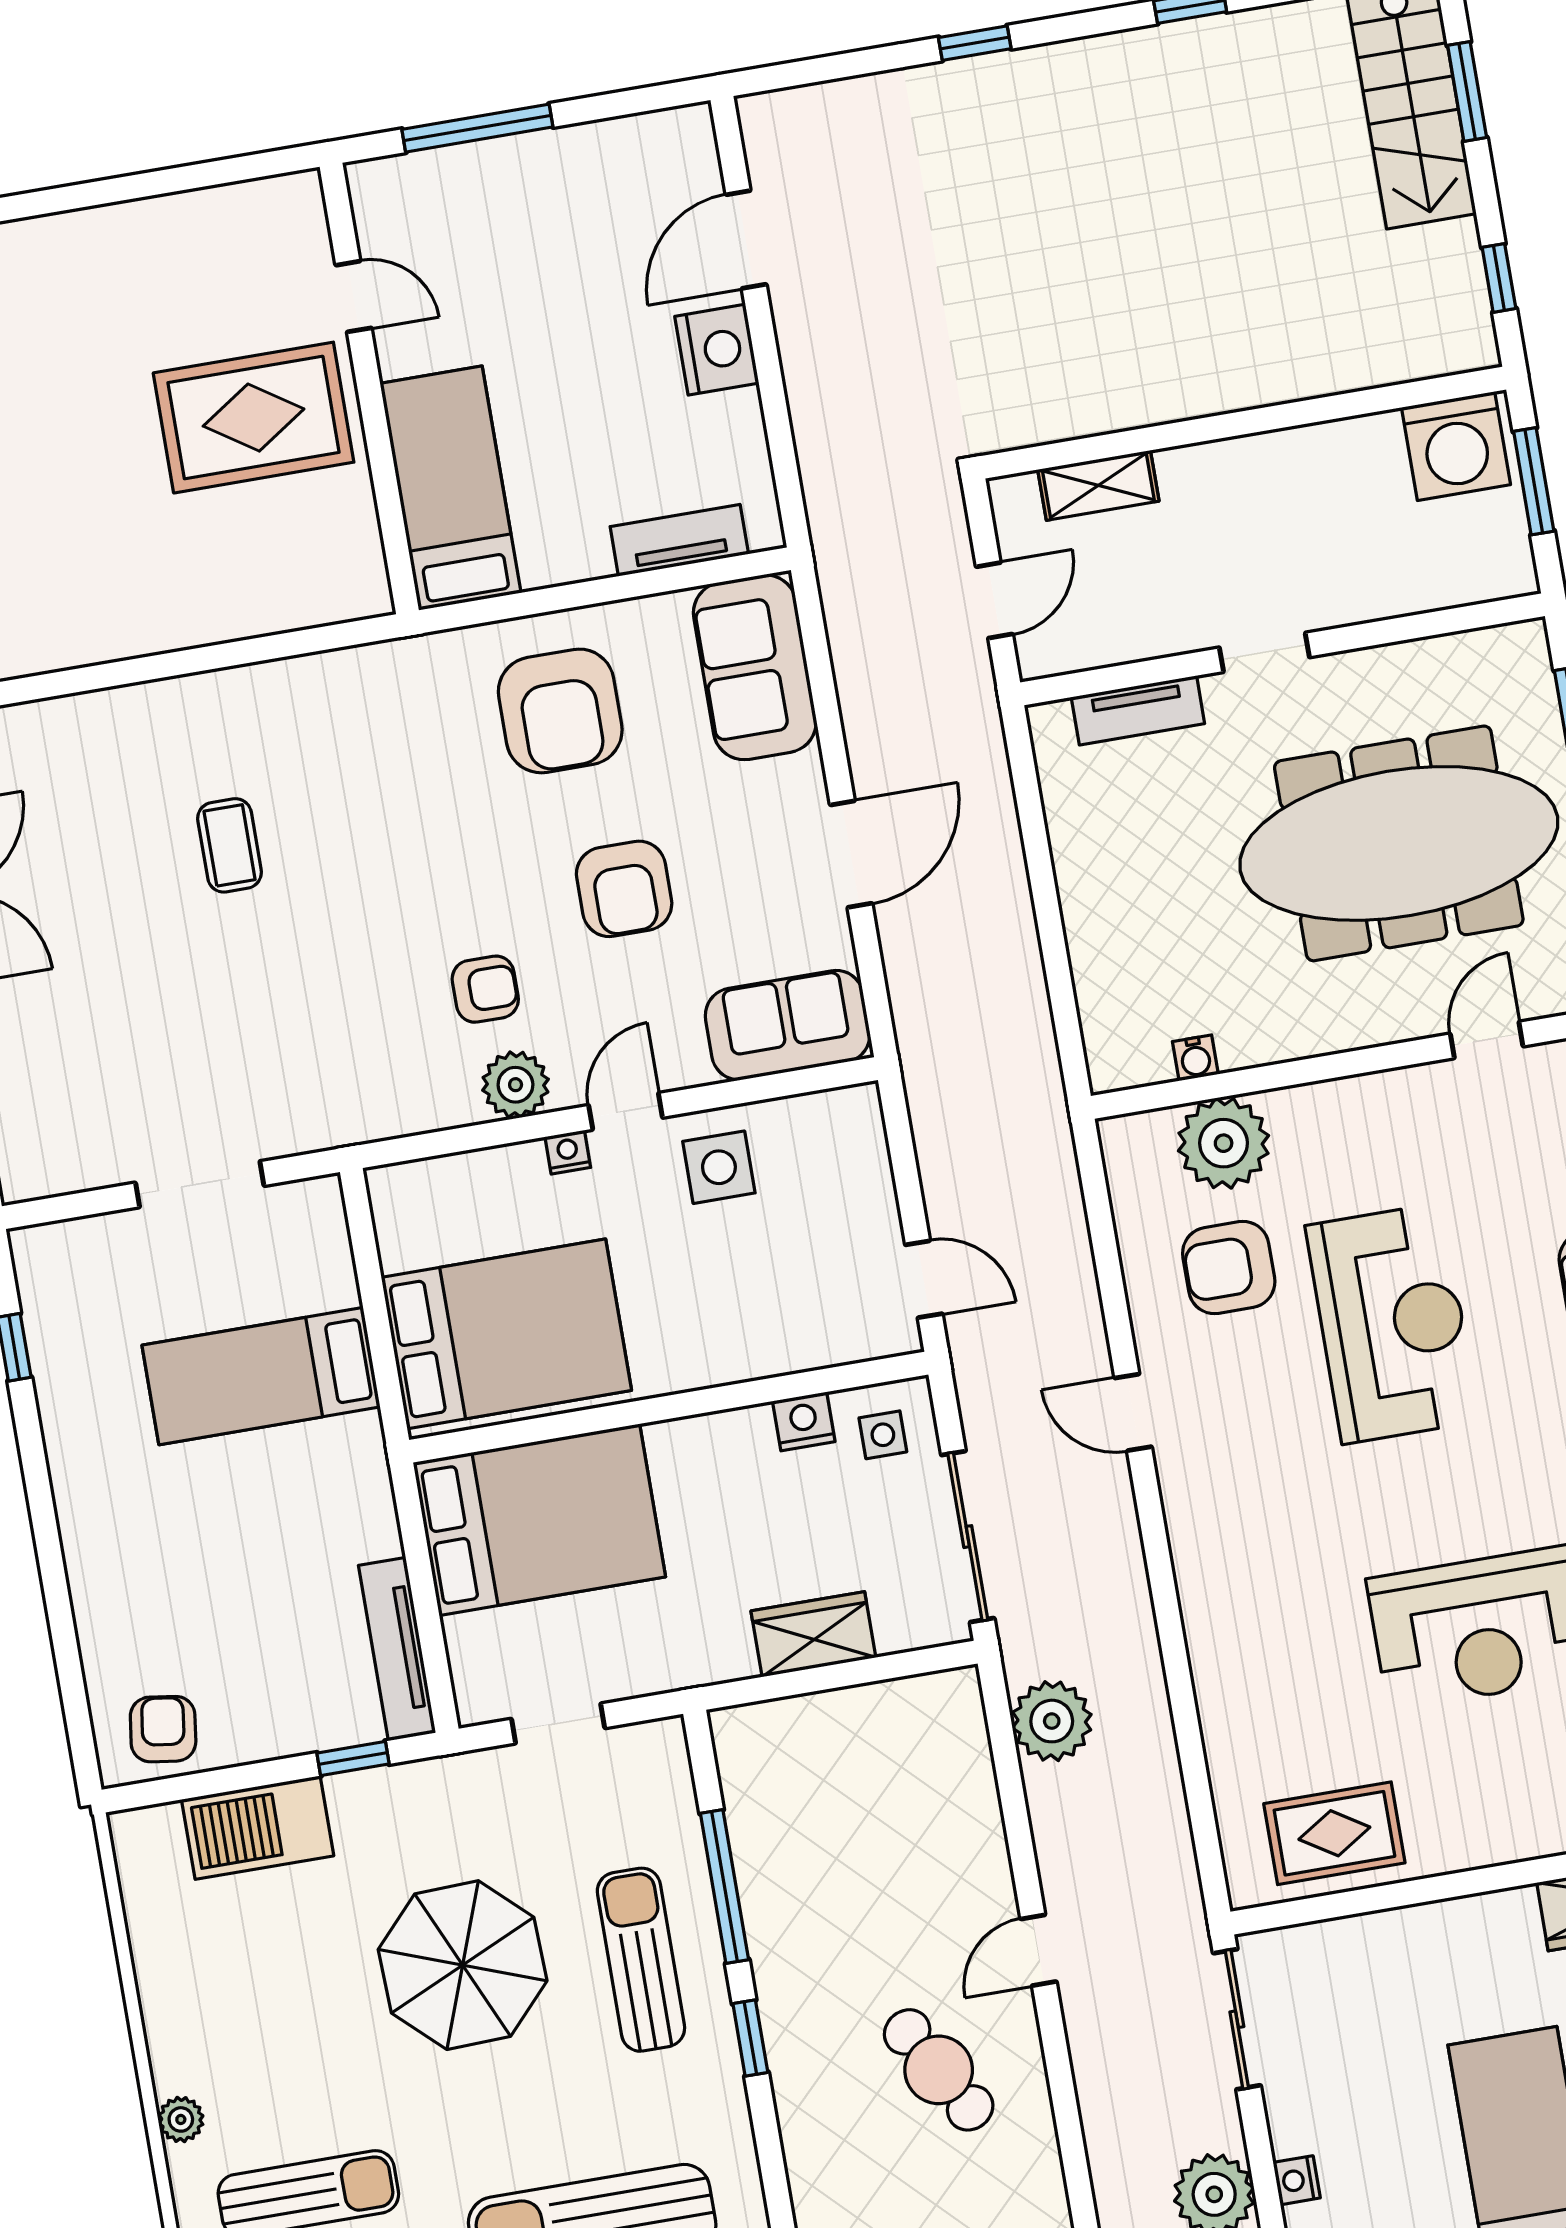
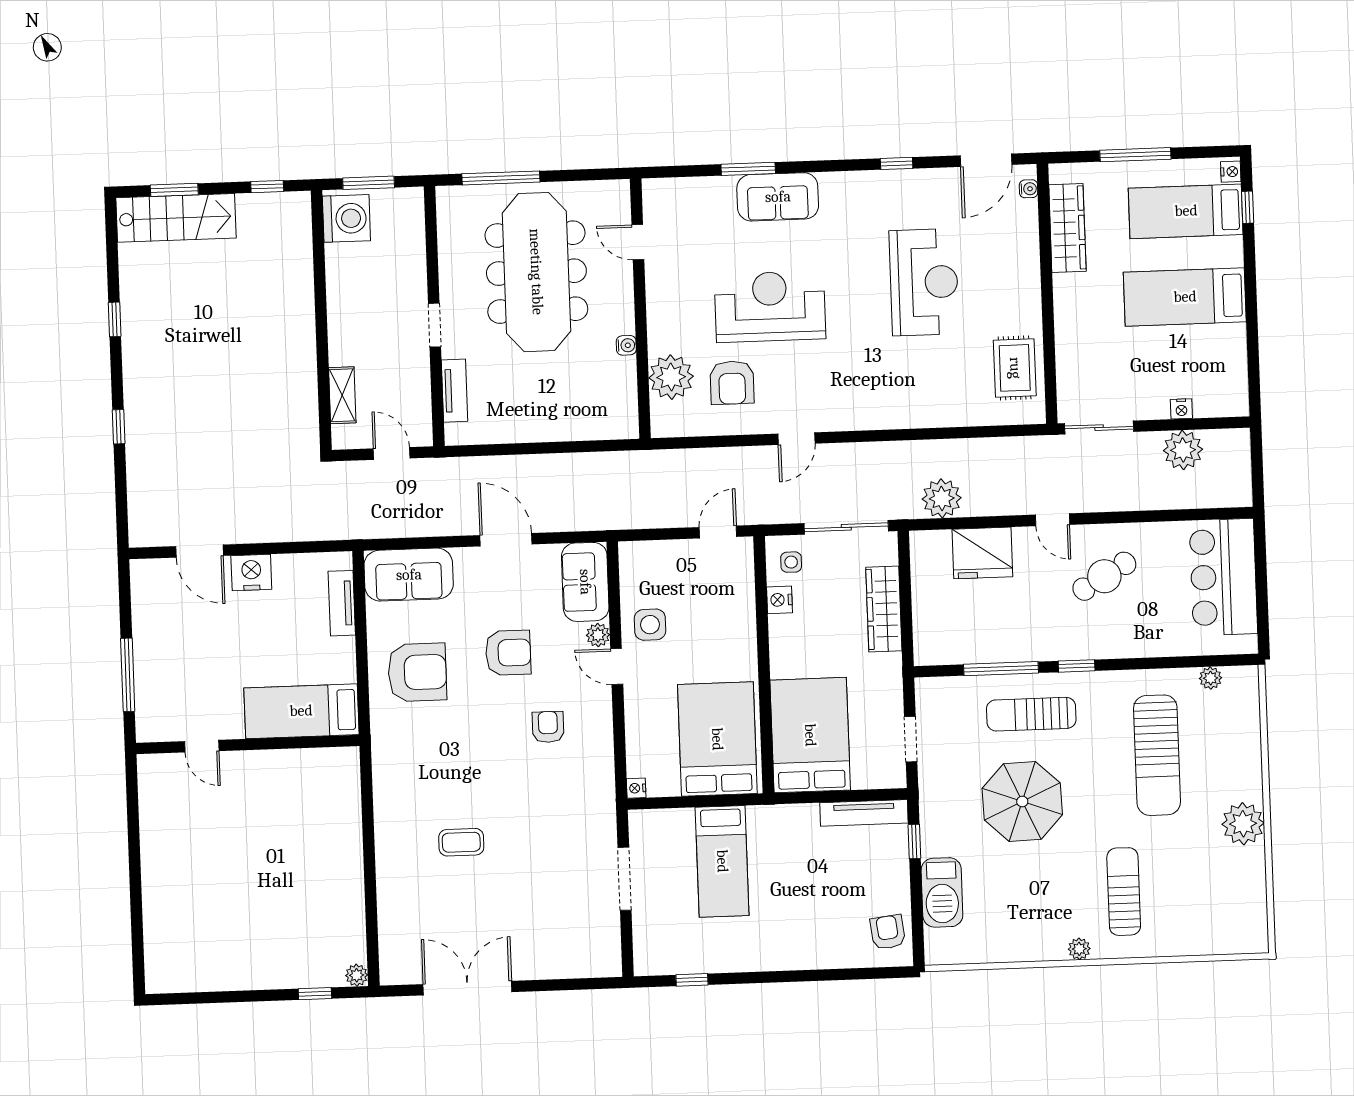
door: (354, 297) -> (202, 746), swing flipped
rug: (254, 418) -> (254, 803), removed
water cooler: (1195, 1058) -> (626, 345), moved
plant: (516, 1085) -> (598, 635), moved, width x0.73, depth x0.73
nightstand: (568, 1152) -> (636, 788), moved
wardrobe: (813, 1634) -> (884, 609), width x1.50
armchair: (163, 1729) -> (888, 932), turned 75
fridge: (953, 1818) -> (982, 553), added

